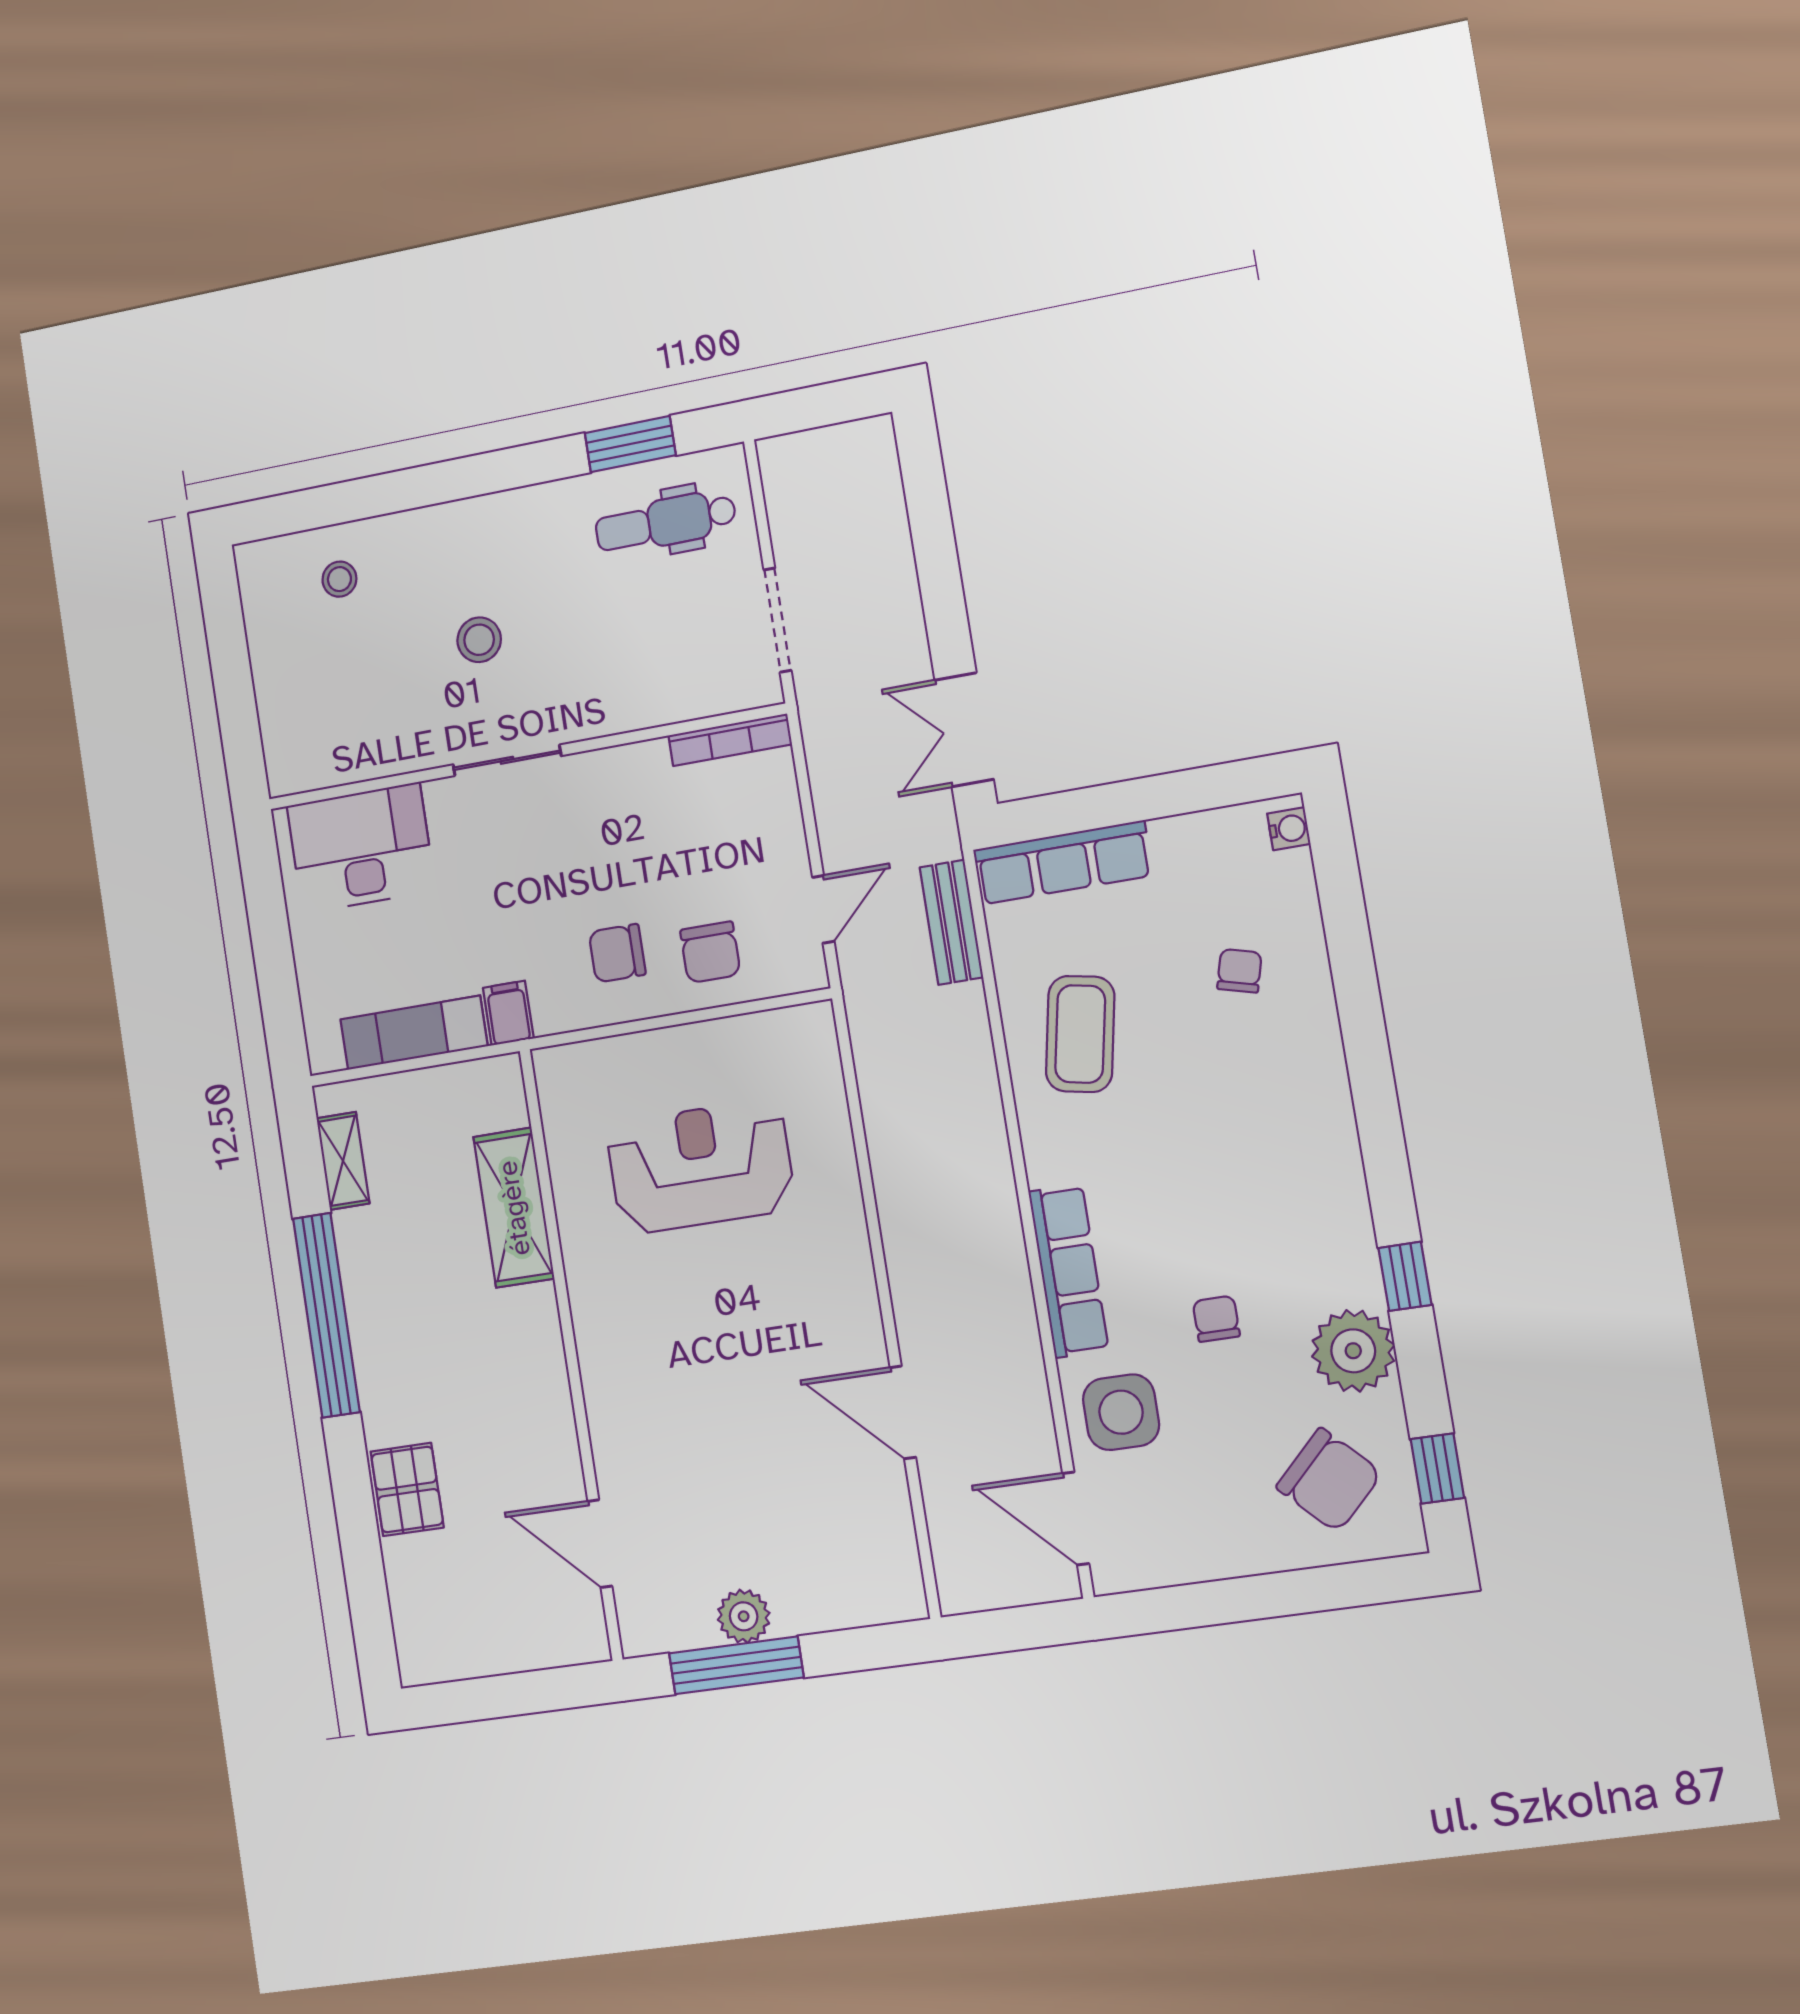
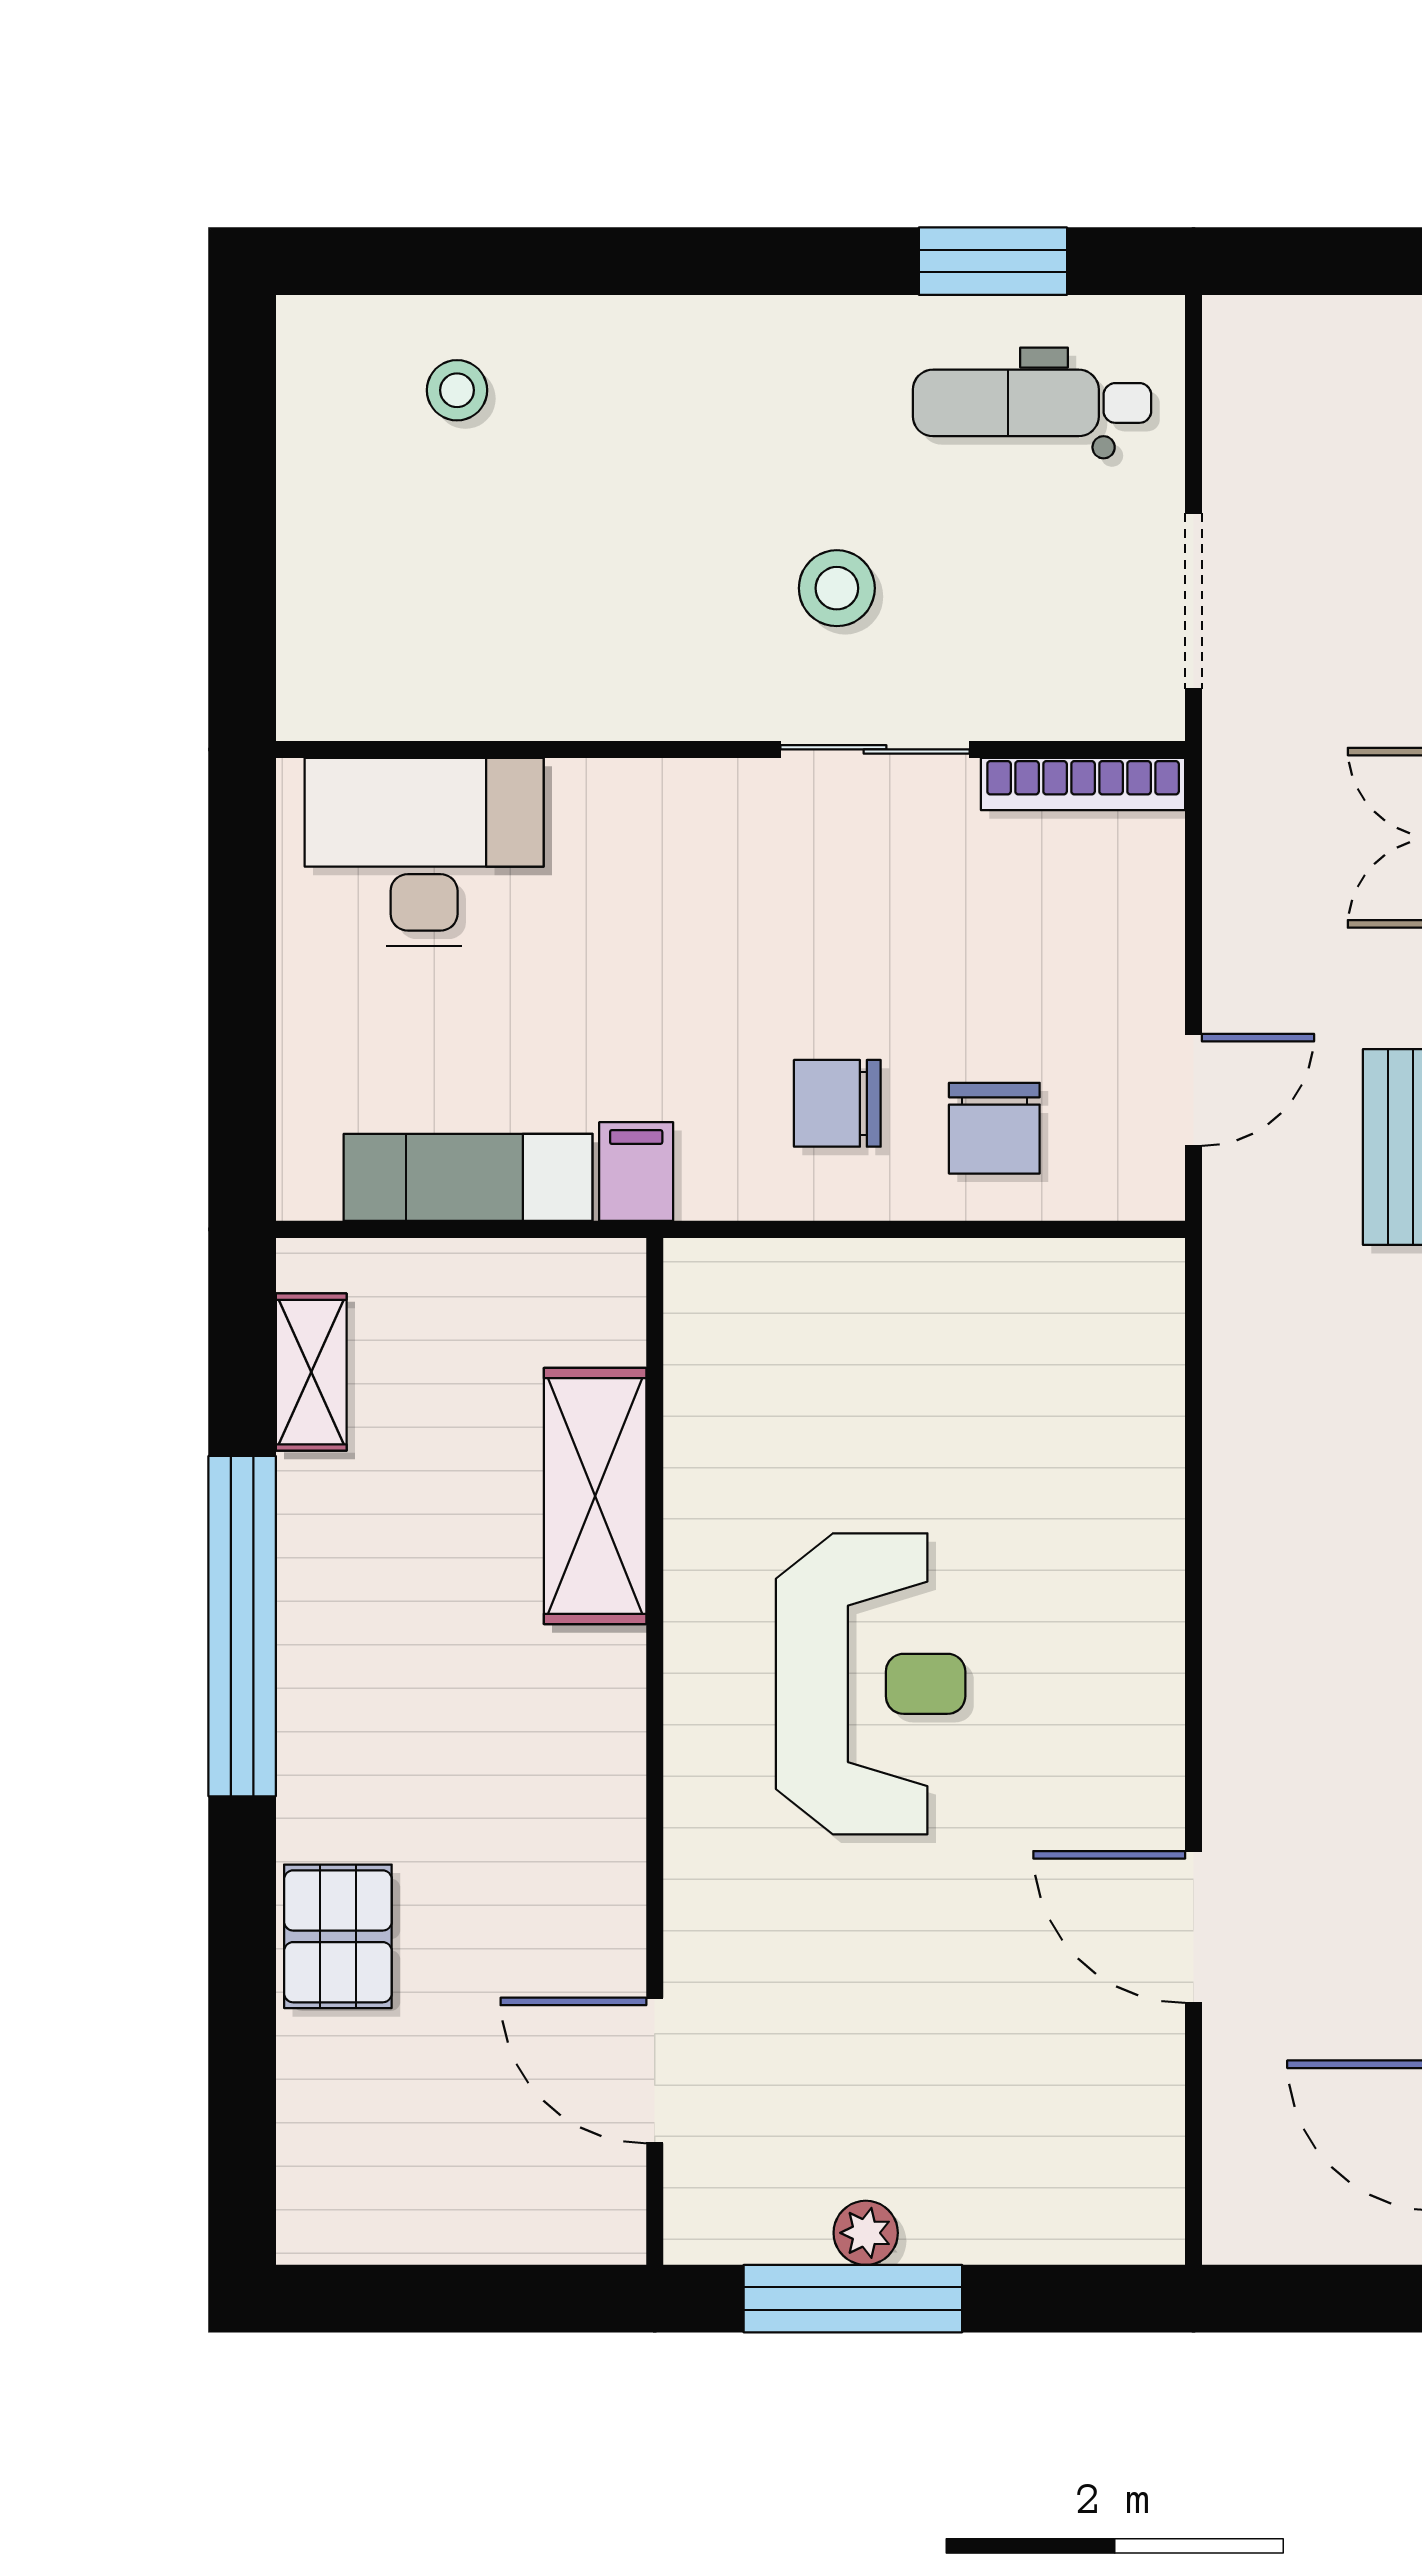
stool: (479, 640) -> (837, 588), moved
sliding door: (507, 760) -> (875, 749), moved
reception desk: (700, 1167) -> (871, 1684), moved, turned 90
plant: (744, 1616) -> (866, 2233), width x0.73, depth x0.73

